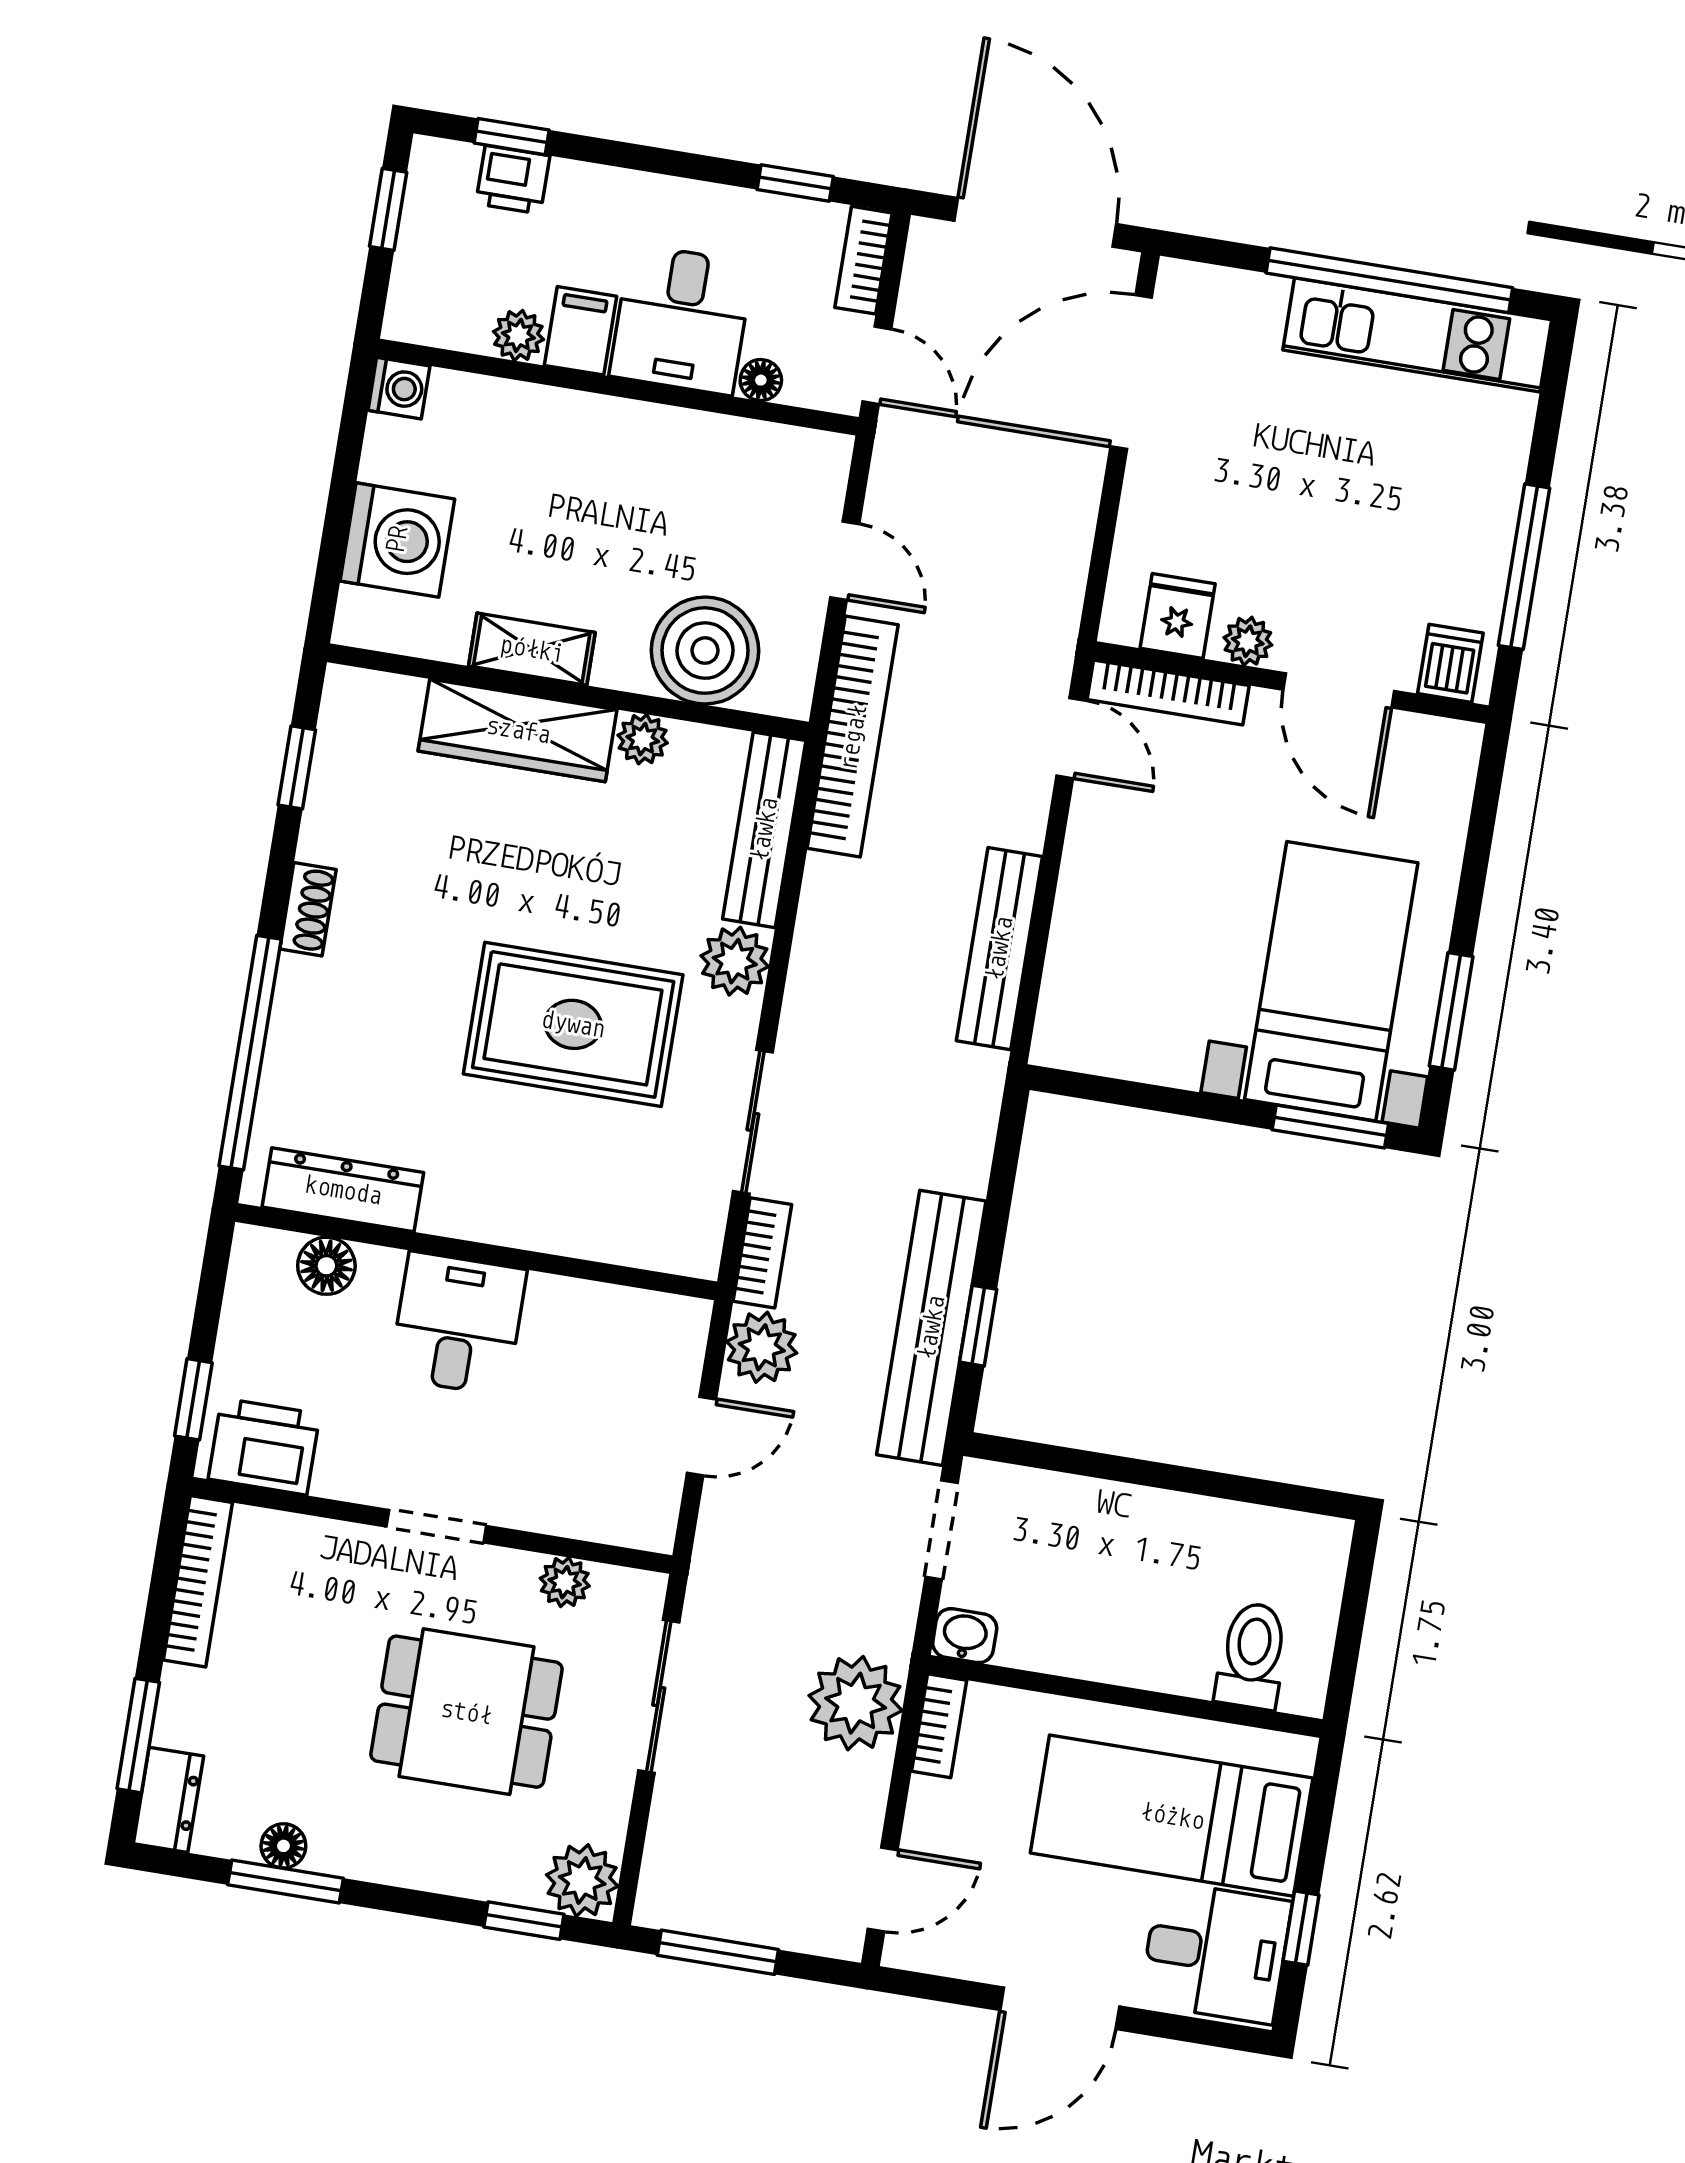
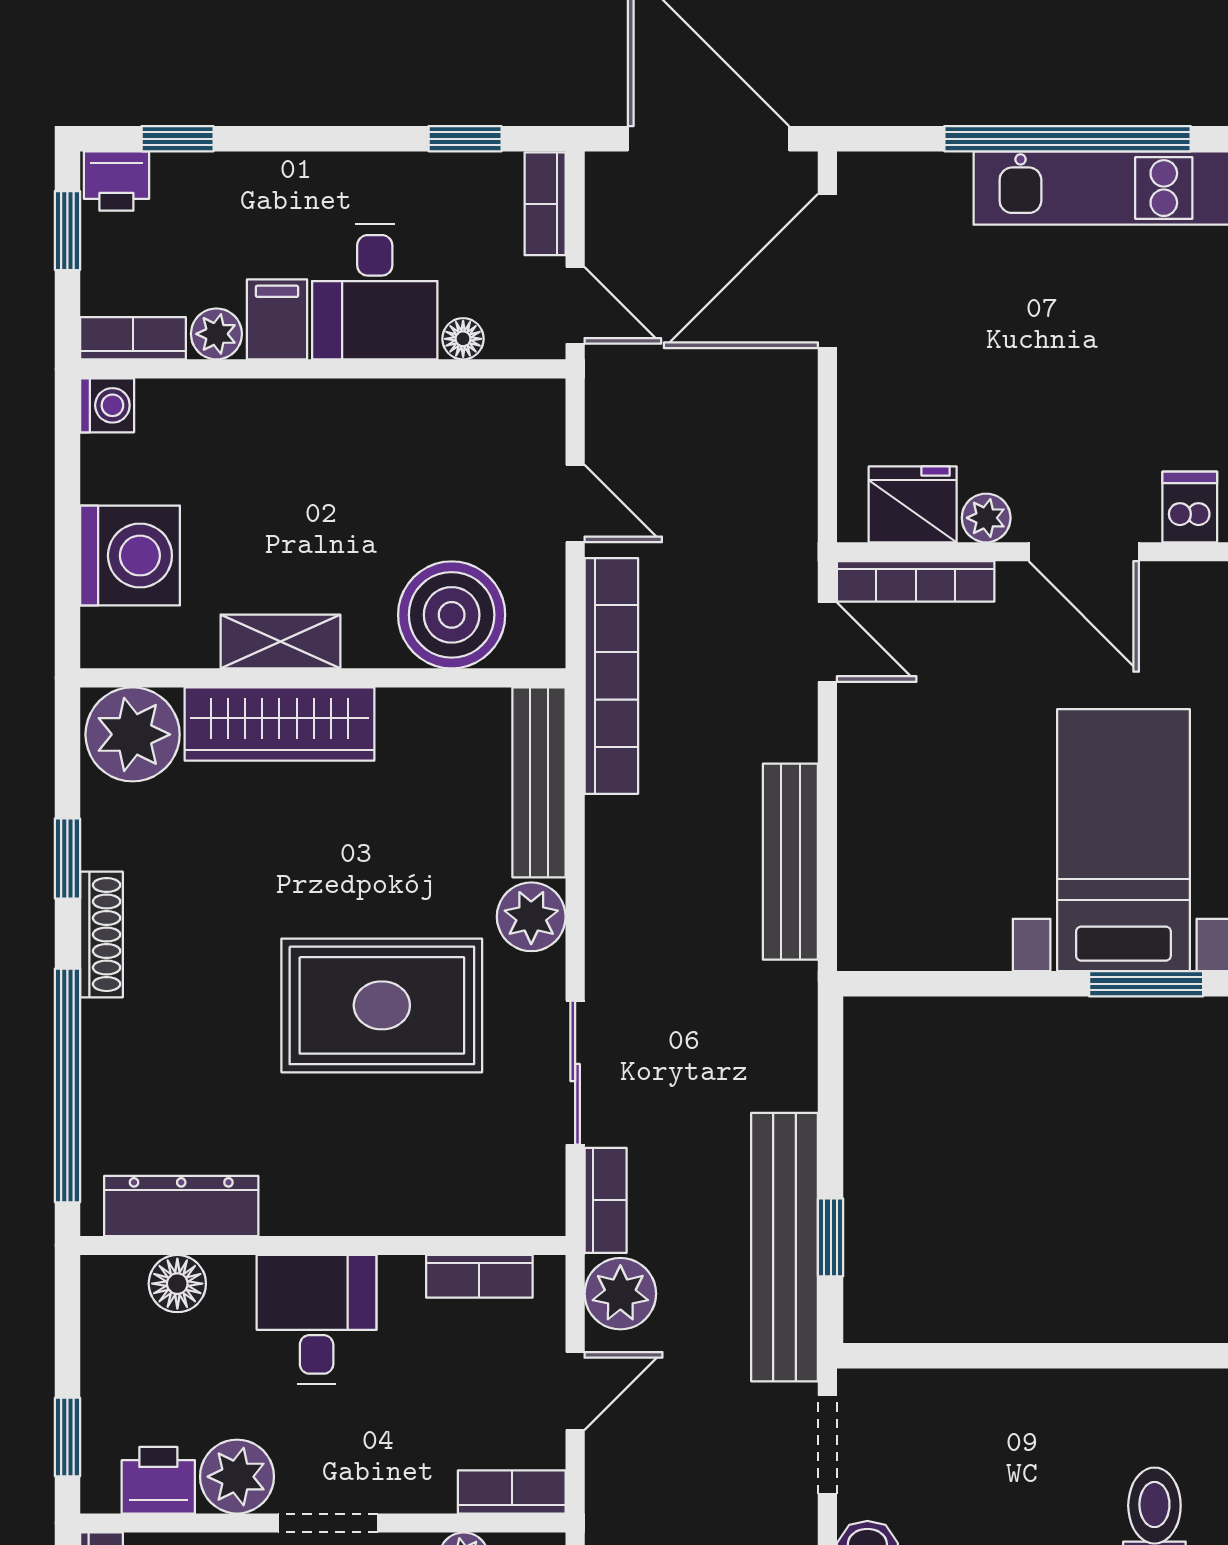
printer: (513, 180) -> (116, 181), moved
bookcase: (435, 326) -> (133, 338), added
fridge: (1178, 616) -> (913, 504), width x1.38
plant: (643, 739) -> (133, 734), moved, width x1.88, depth x1.88
window: (297, 767) -> (67, 858), moved
shoe rack: (308, 909) -> (101, 935), width x1.43
bookcase: (626, 1307) -> (479, 1276), added
printer: (264, 1447) -> (158, 1480), width x0.73, depth x0.81
plant: (354, 1466) -> (237, 1477), added
bookcase: (623, 1525) -> (512, 1492), added

